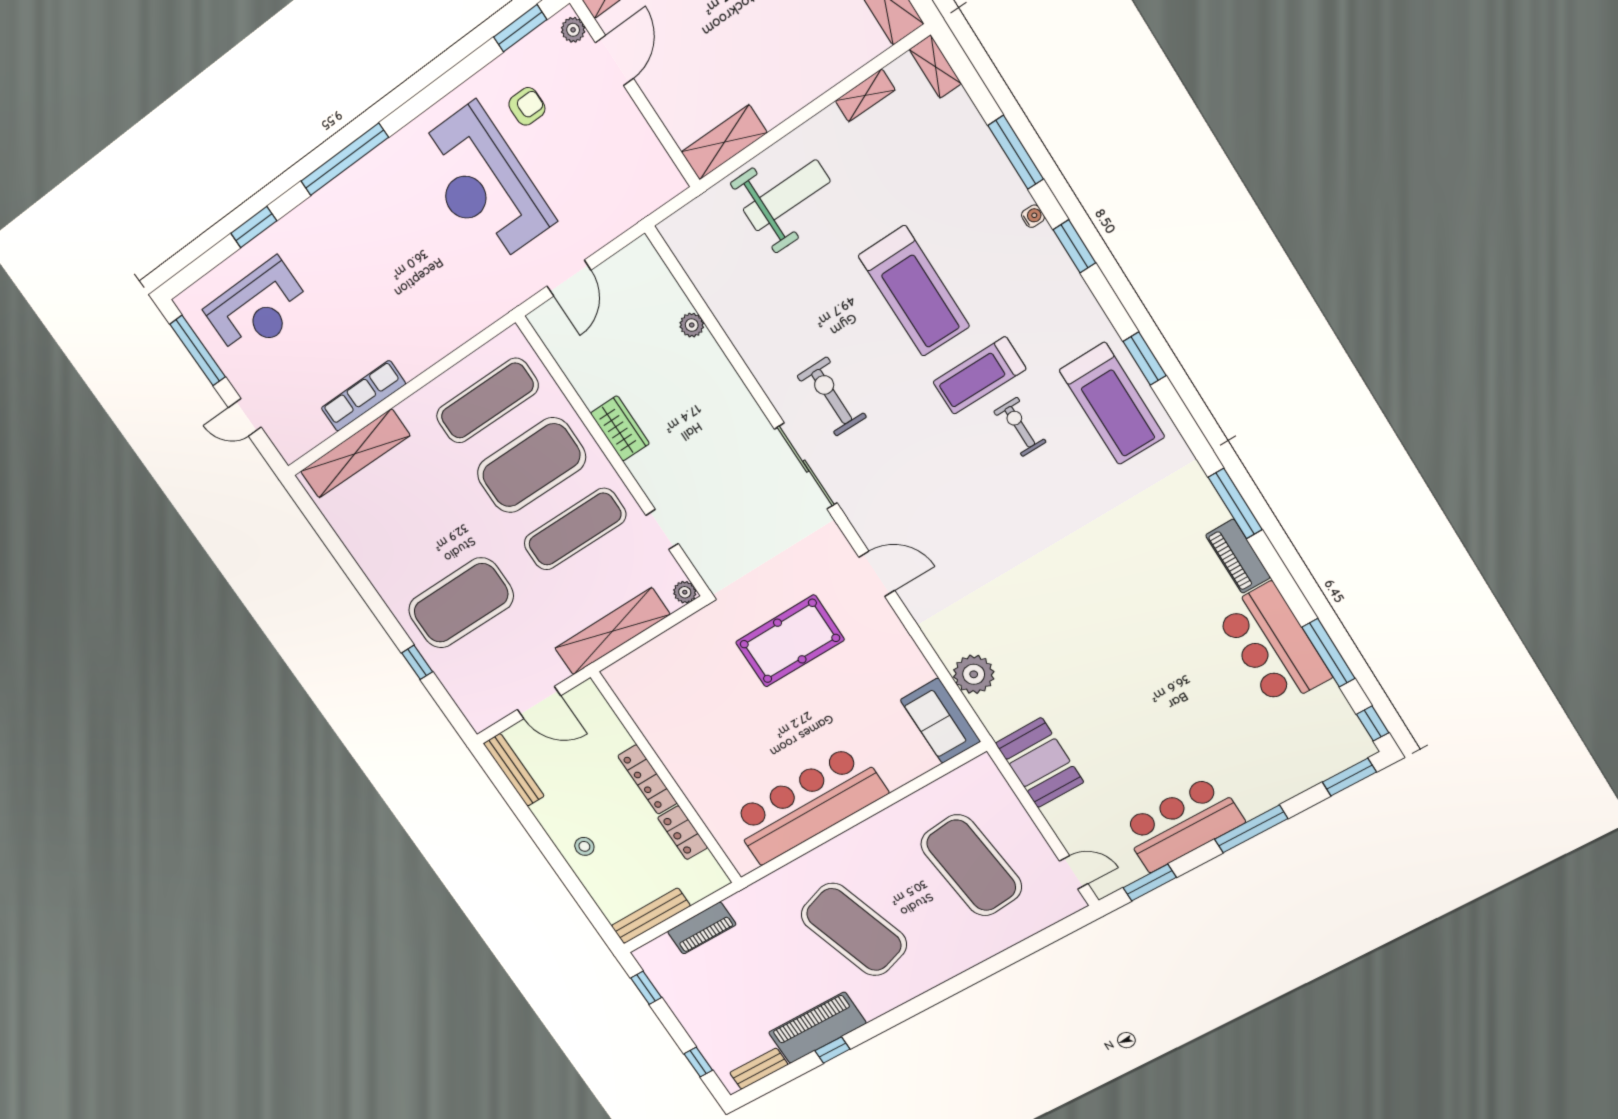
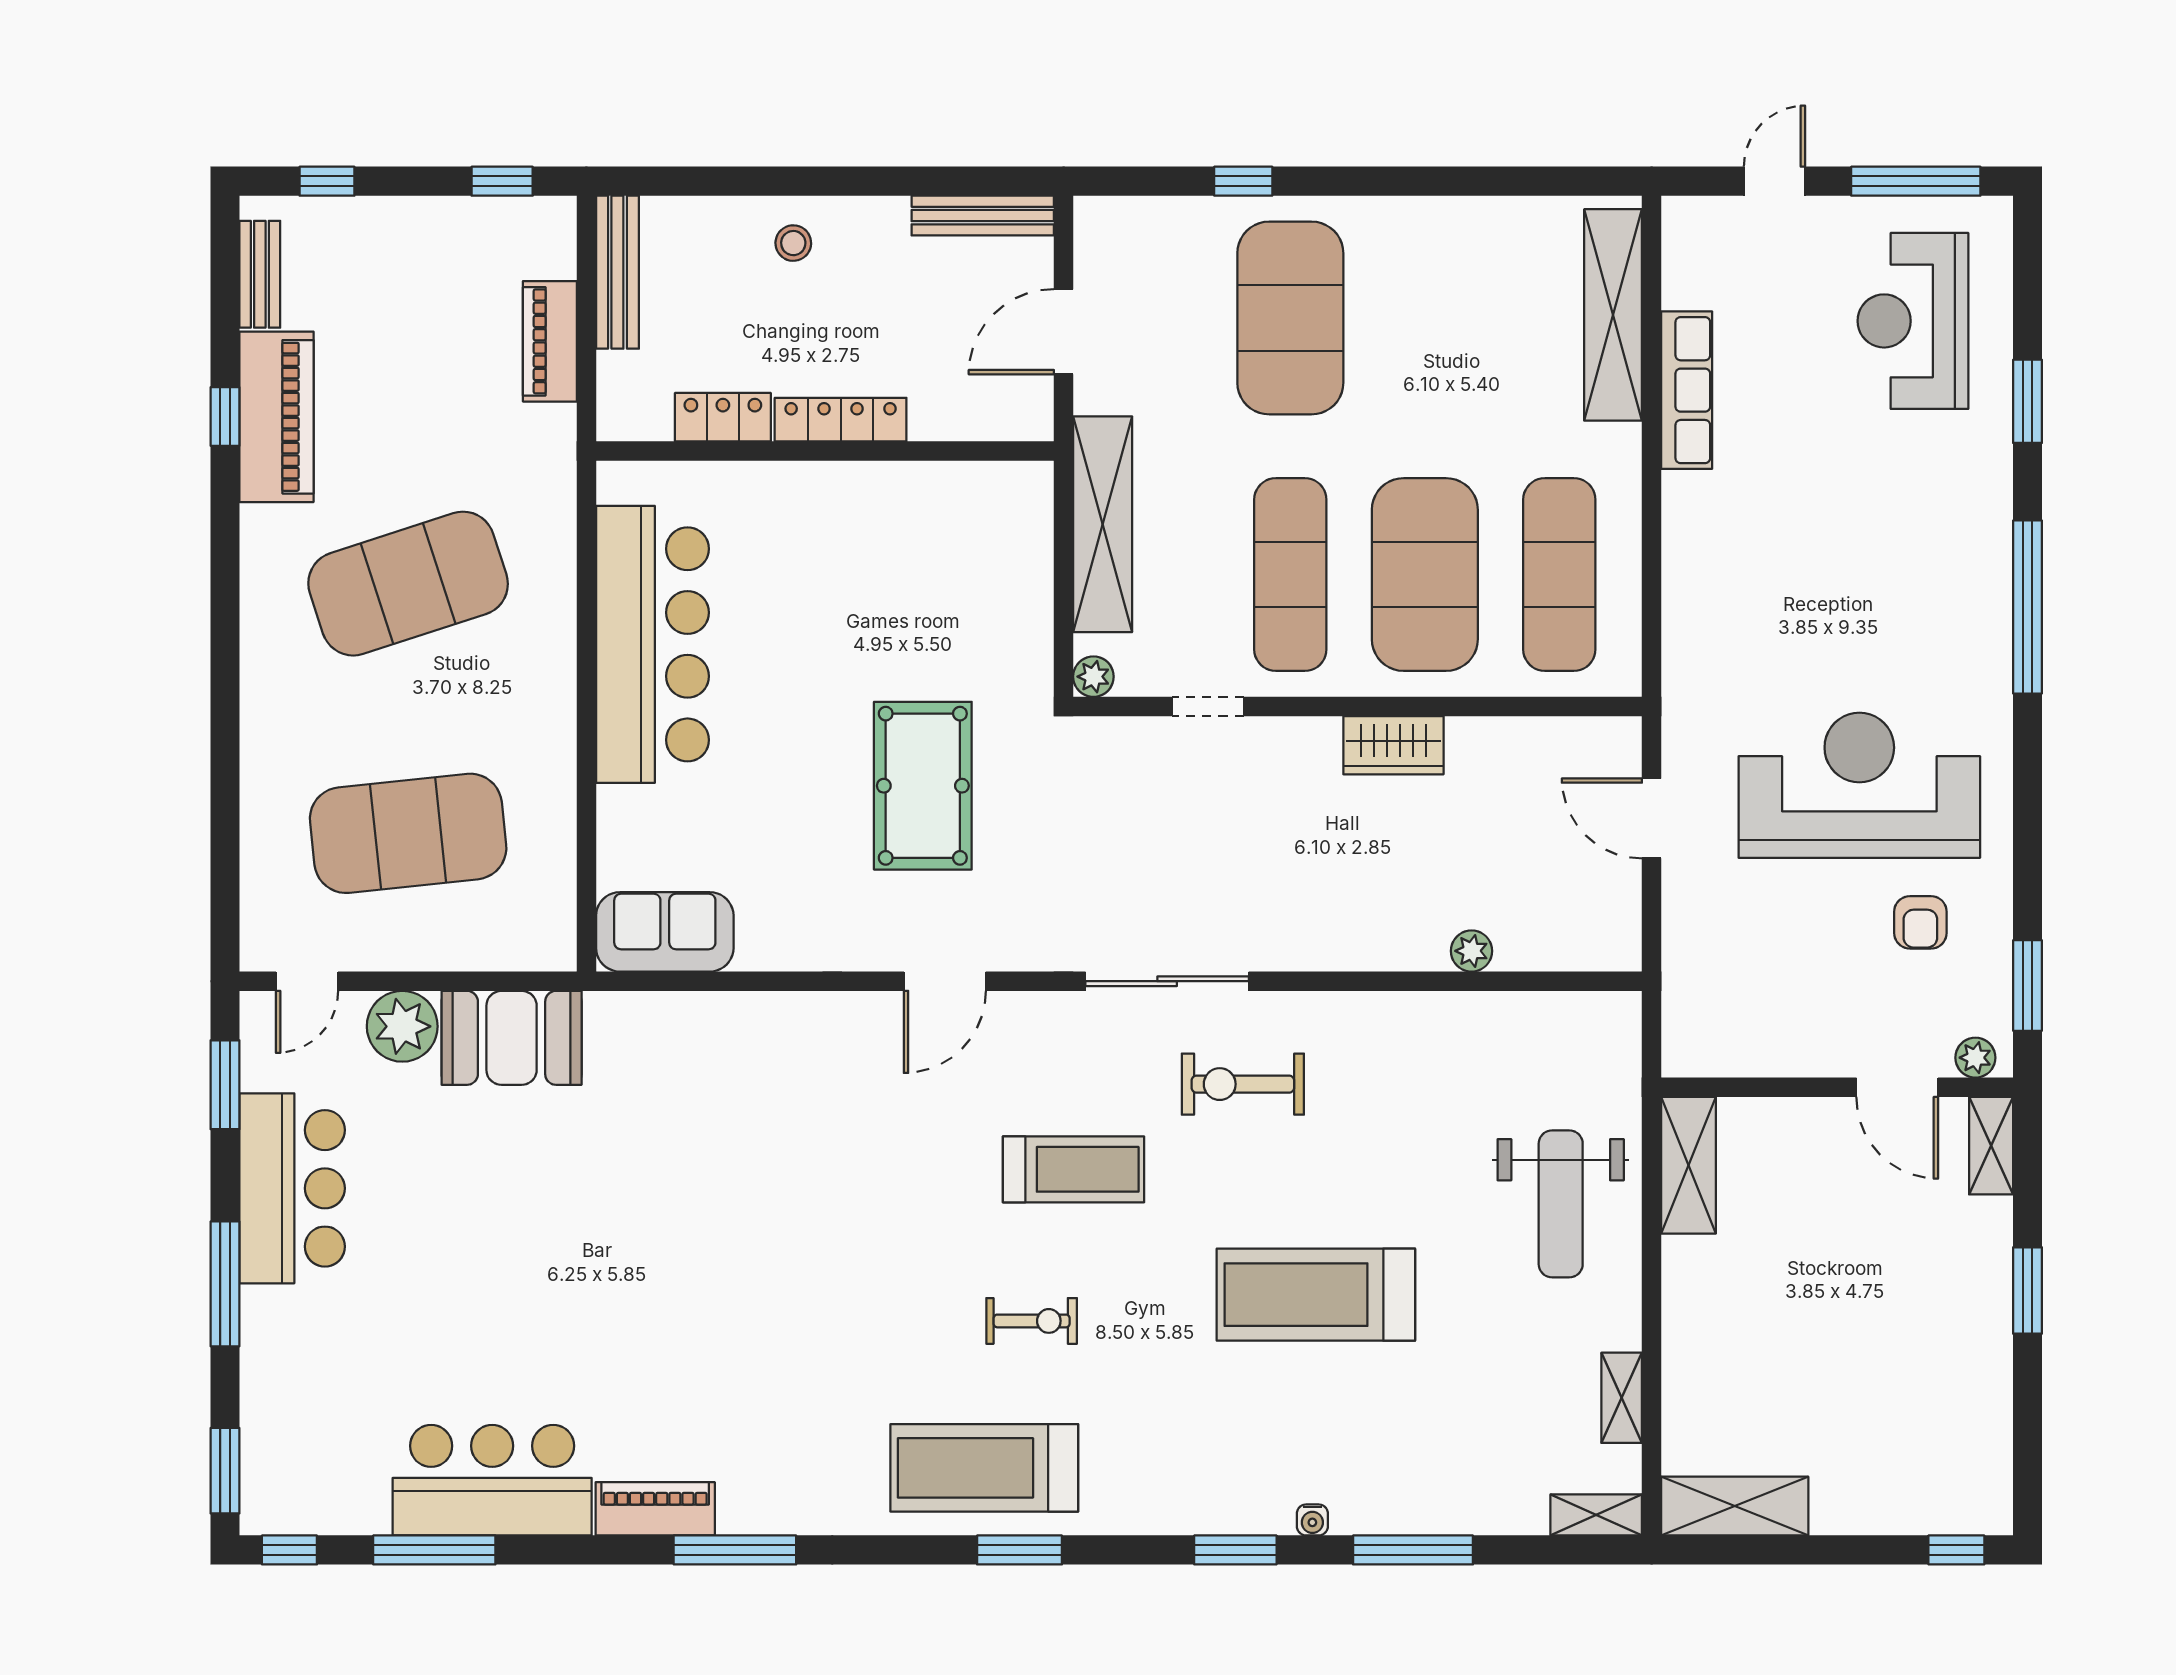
treadmill: (979, 375) -> (1074, 1169), moved, turned 90
exercise bike: (832, 396) -> (1243, 1084), turned 180
plant: (974, 674) -> (402, 1026), moved

